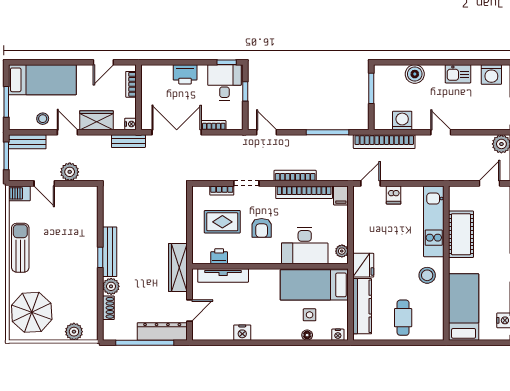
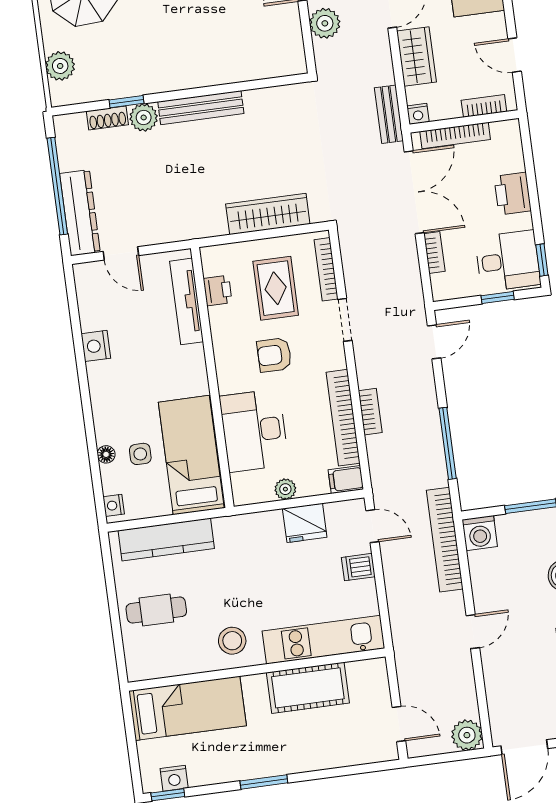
bookcase: (146, 104) -> (455, 135), added
washing machine: (402, 121) -> (480, 533), moved, turned 90
bookcase: (295, 176) -> (370, 412), width x0.64
bookcase: (222, 190) -> (326, 269), width x1.56
plant: (342, 251) -> (285, 489), moved
window: (100, 257) -> (127, 102), moved
fridge: (363, 265) -> (305, 523), moved
wardrobe: (178, 268) -> (268, 214), moved

